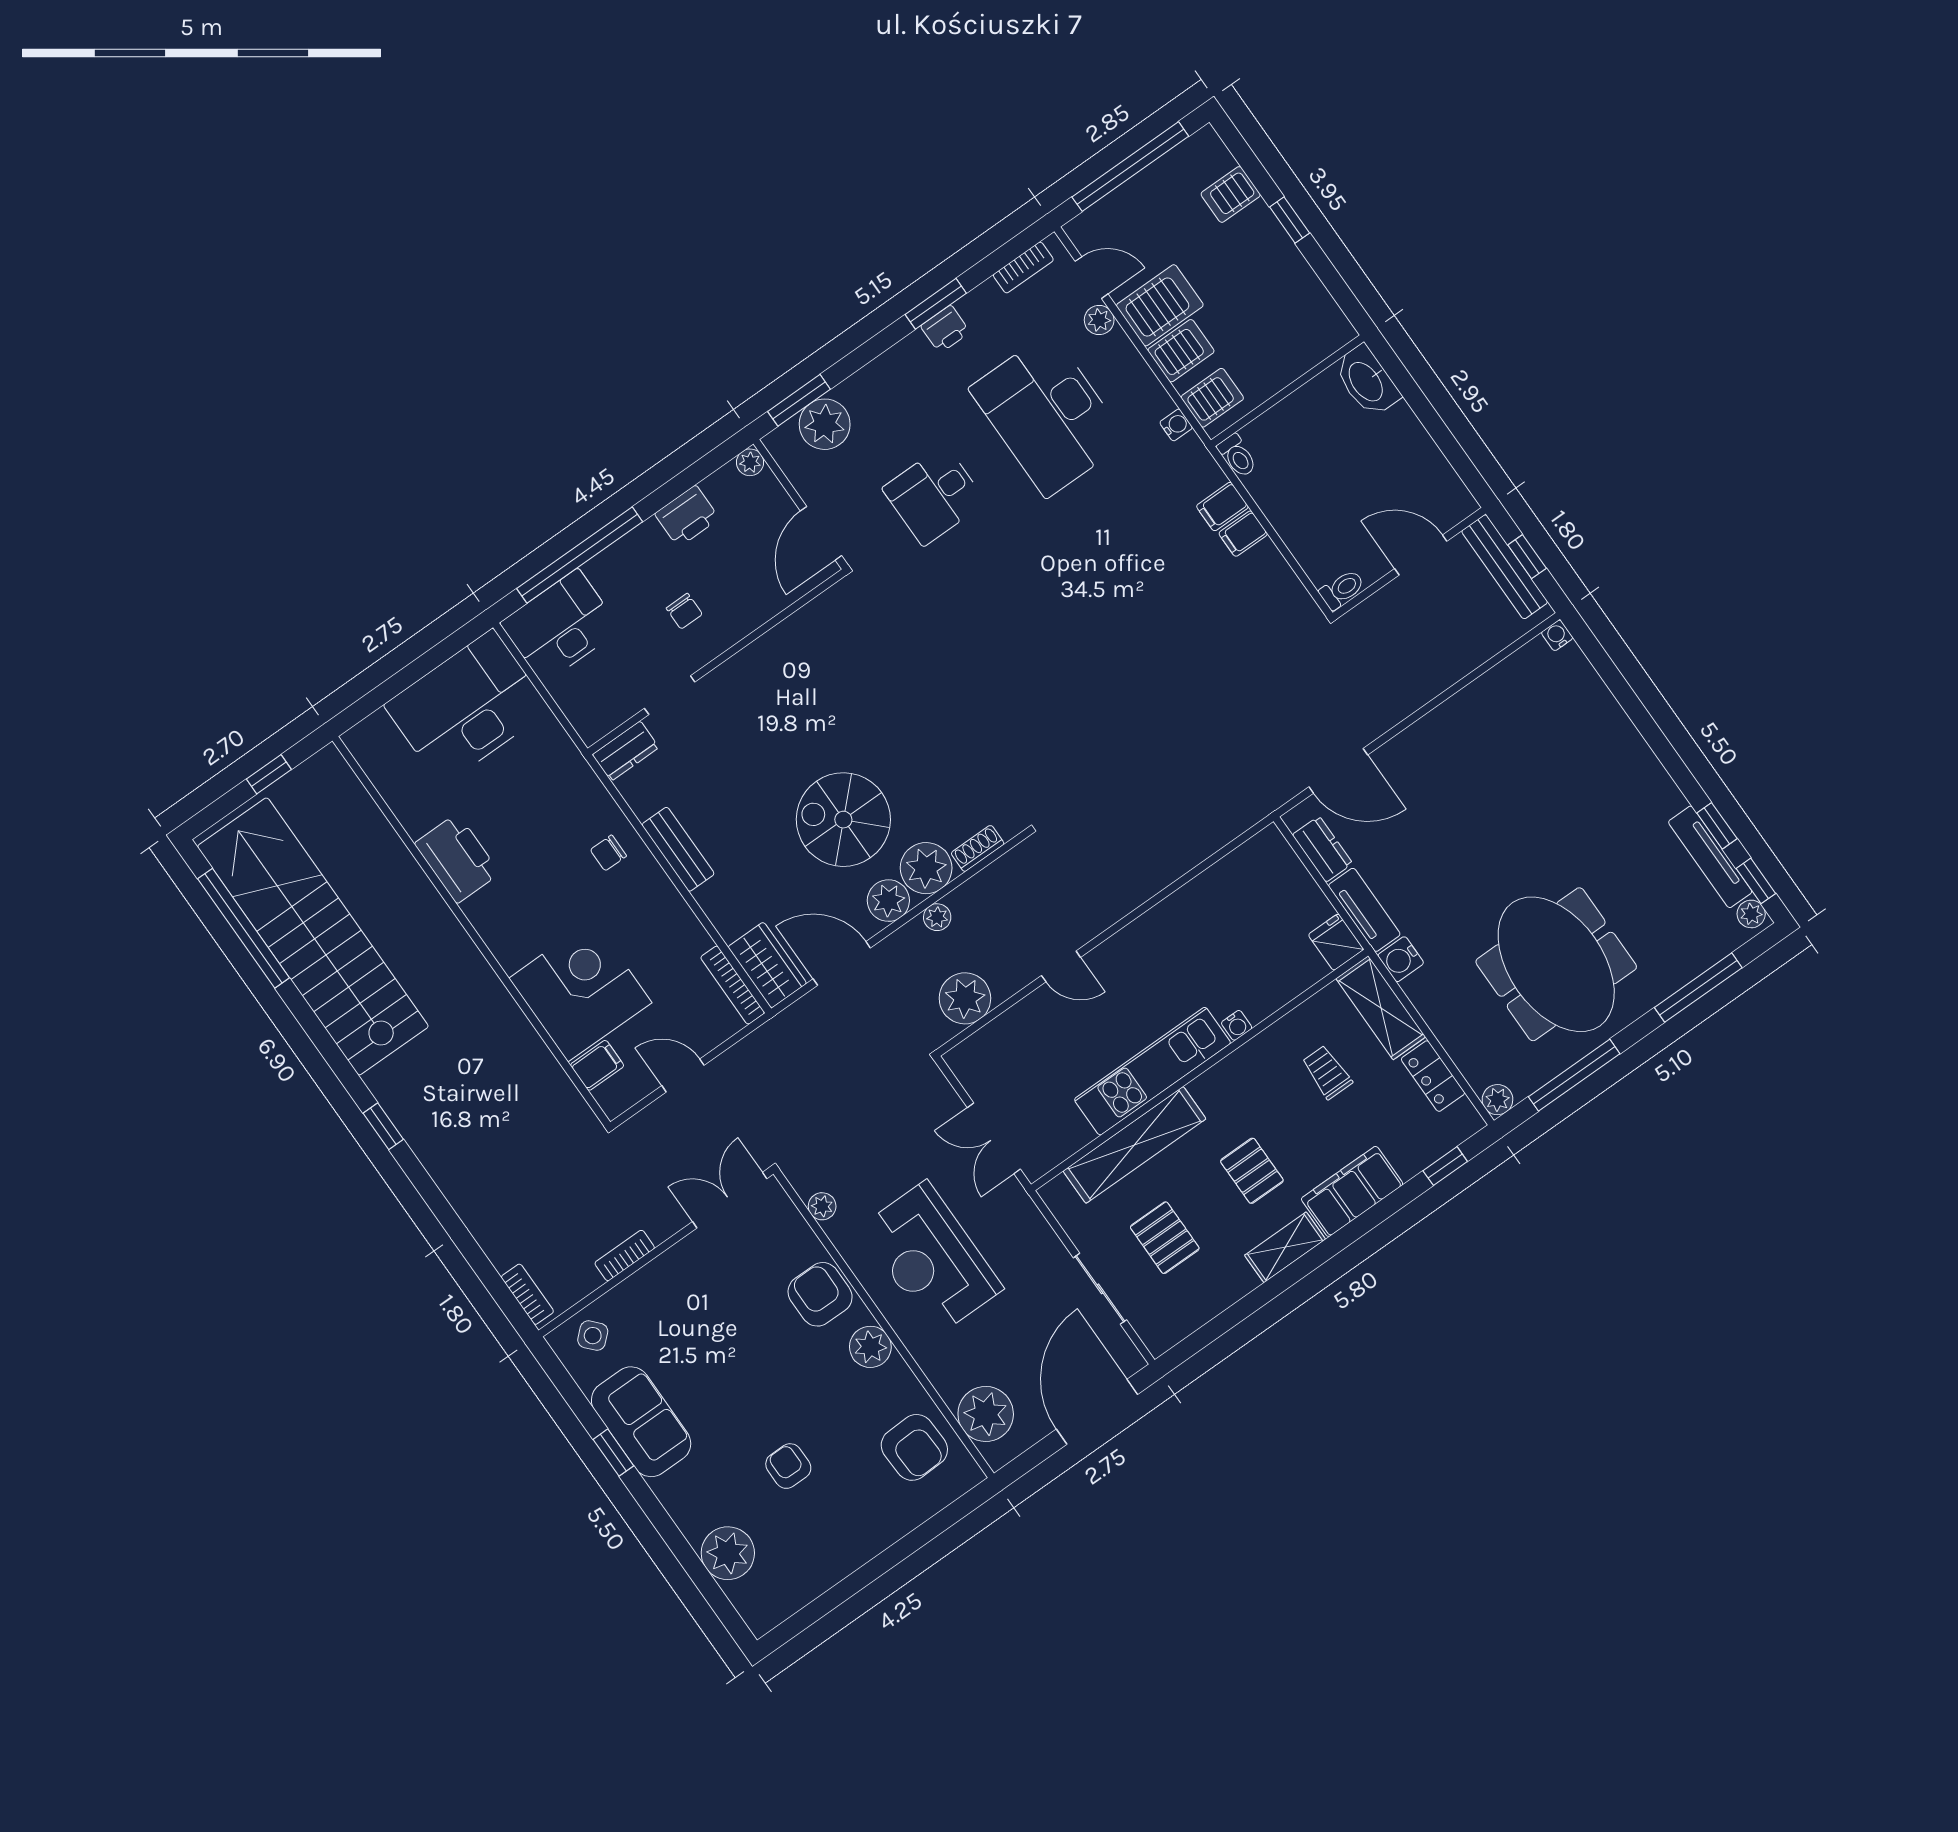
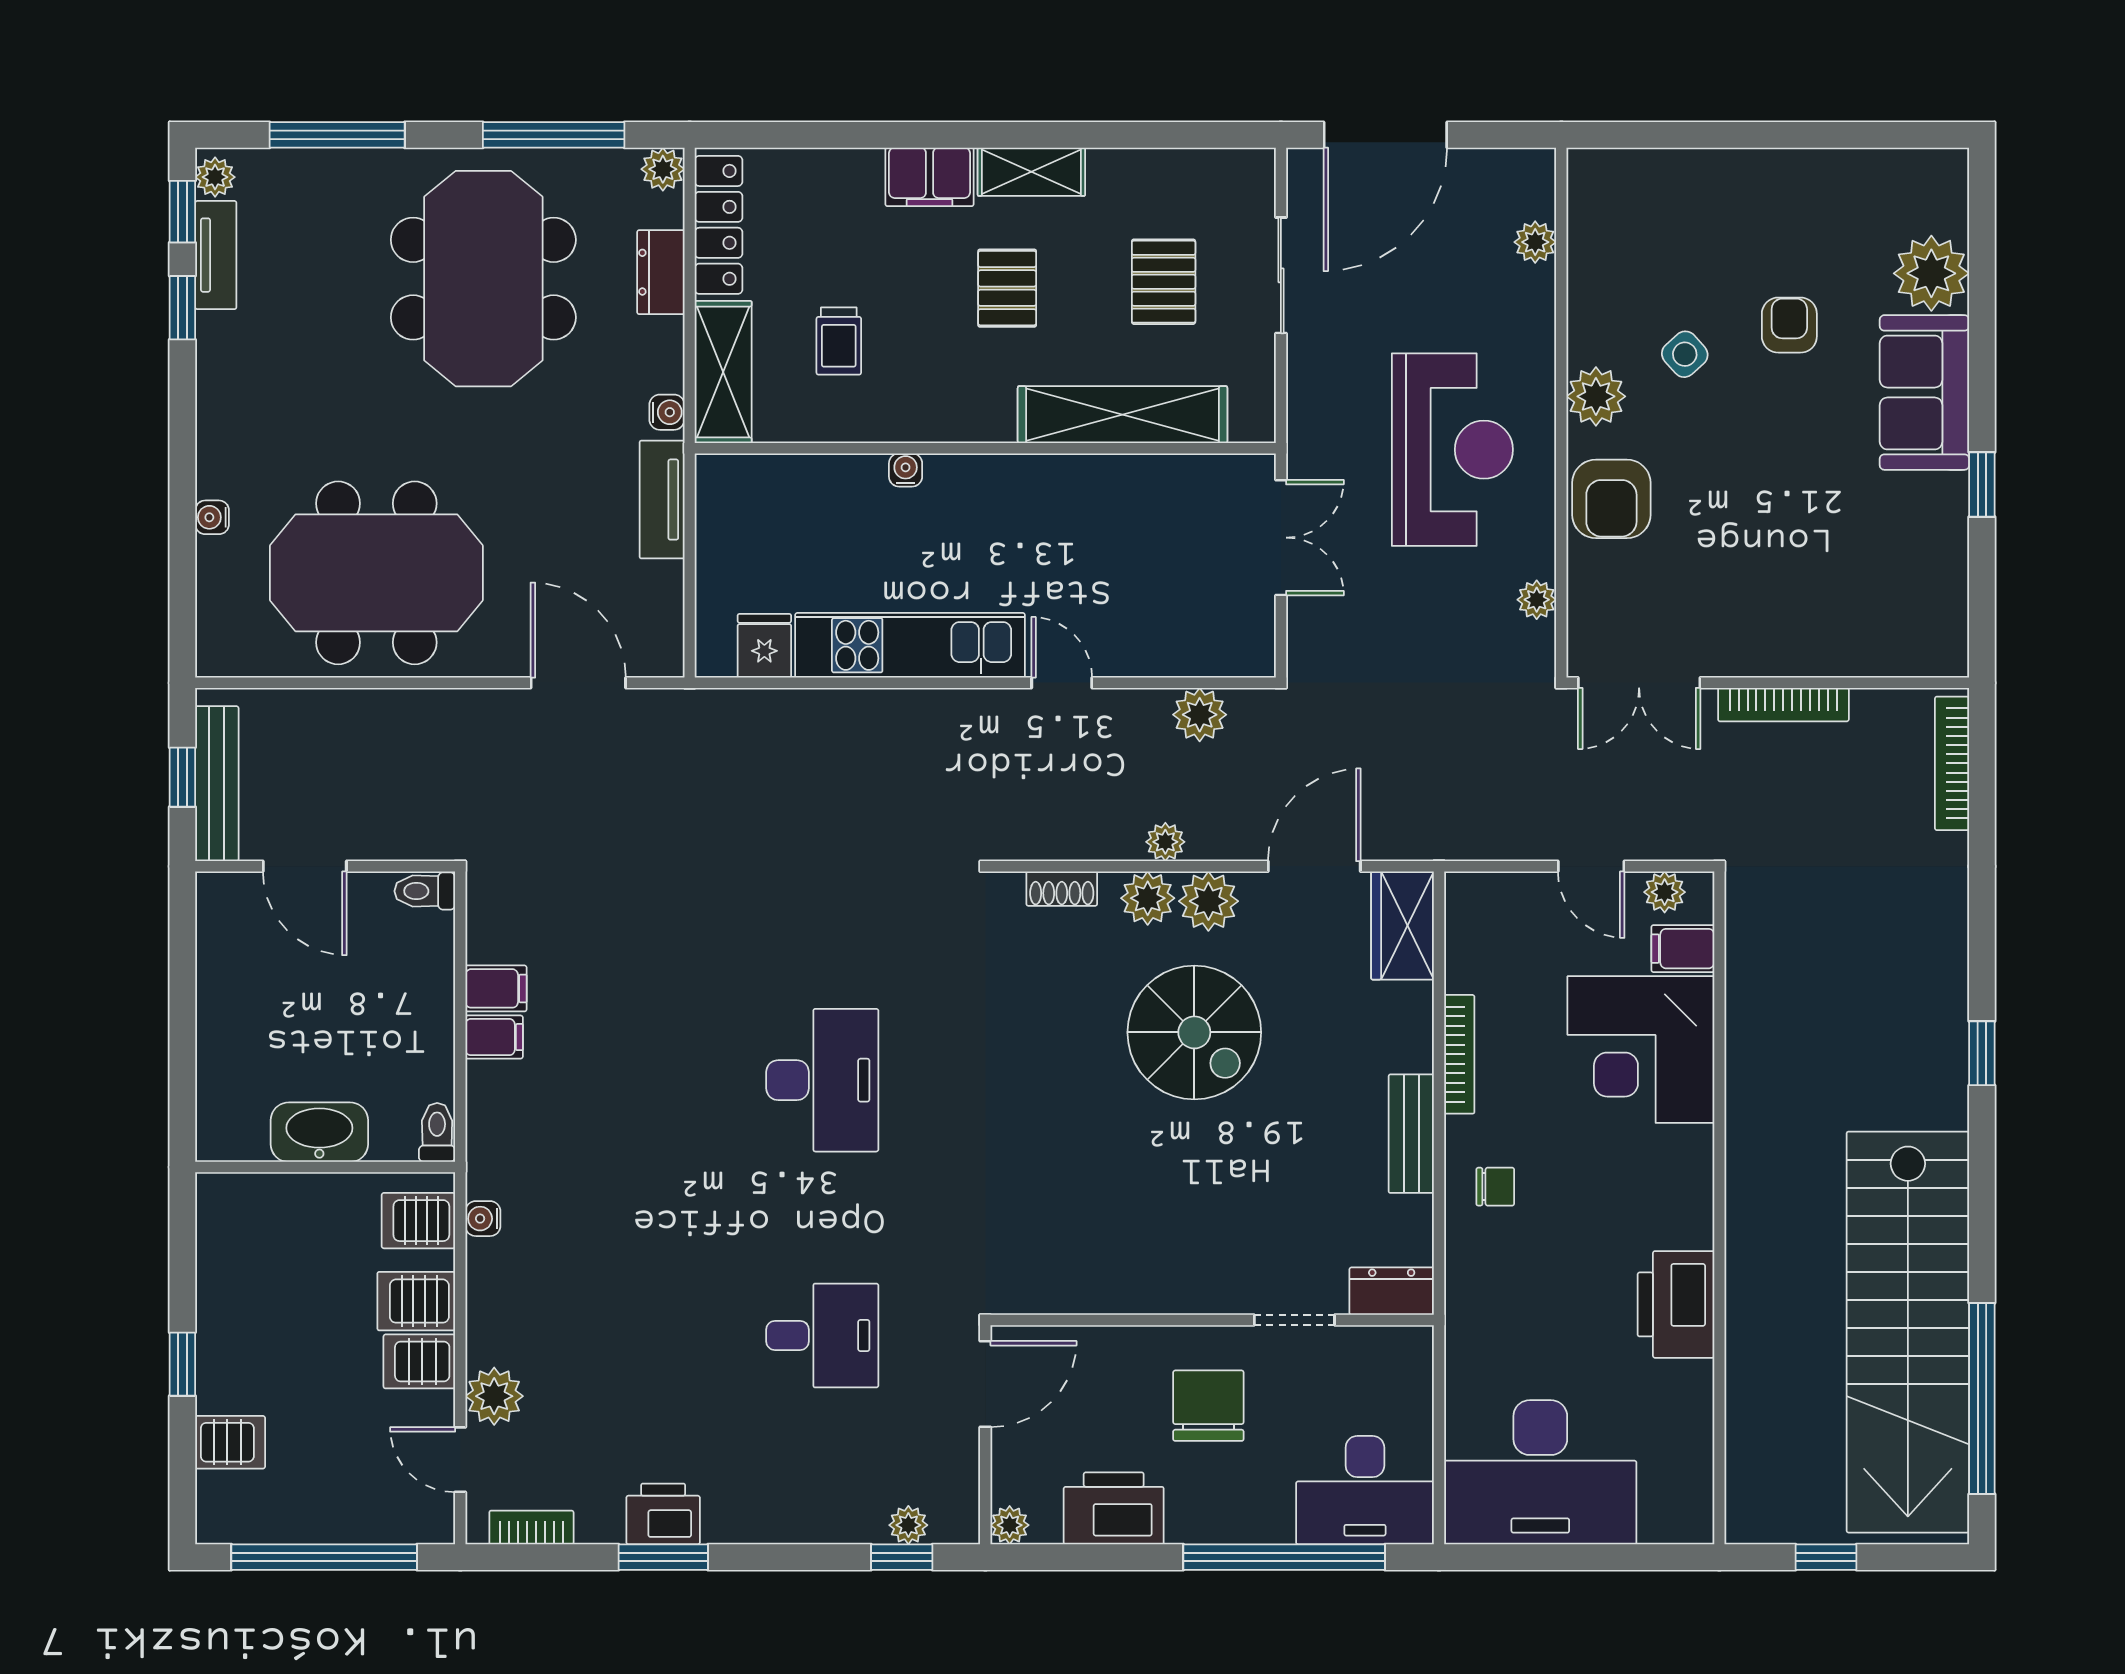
server rack: (1160, 305) -> (419, 1361), width x0.73, depth x0.70
plant: (1099, 320) -> (494, 1396), width x1.38, depth x1.38
printer: (945, 329) -> (663, 1514), width x1.36, depth x1.24
washbasin: (1367, 381) -> (319, 1132), moved, turned -90
window: (799, 400) -> (902, 1557), width x0.67
desk: (1048, 415) -> (822, 1080), moved, width x0.73, depth x0.77
plant: (825, 424) -> (908, 1525), width x0.53, depth x0.53
filing cabinet: (1222, 507) -> (496, 988), moved
printer: (687, 516) -> (1114, 1508), width x1.37, depth x1.19
chair: (684, 611) -> (1208, 1406), width x1.87, depth x1.87
water cooler: (1557, 635) -> (212, 517), moved, turned 90
meeting table: (1498, 752) -> (376, 573), added
dresser: (1322, 849) -> (661, 272), moved
tv unit: (1710, 857) -> (216, 255), width x0.71
plant: (926, 868) -> (1148, 898), width x0.73, depth x0.73
fridge: (1336, 942) -> (764, 646), moved, turned 180
water cooler: (1401, 959) -> (667, 412), width x0.72, depth x0.72
door: (842, 963) -> (1314, 866), swing flipped
bookcase: (733, 985) -> (1459, 1054), moved
plant: (965, 998) -> (1200, 715), width x0.73, depth x0.73
kitchen unit: (1152, 1071) -> (910, 645), moved, turned 180
locker: (1433, 1076) -> (719, 225), width x1.53
plant: (630, 1090) -> (1665, 892), added
window: (1445, 1166) -> (778, 135), removed
filing cabinet: (1352, 1191) -> (930, 177), width x0.67, depth x0.86
bookcase: (625, 1255) -> (1783, 705), width x1.56
bookcase: (527, 1294) -> (1952, 763), width x1.56
side table: (593, 1336) -> (1685, 354), moved
plant: (986, 1414) -> (1535, 242), width x0.53, depth x0.53
sofa: (641, 1422) -> (1924, 392), moved
armchair: (914, 1447) -> (1627, 243), removed
armchair: (788, 1466) -> (1789, 325), turned 180

